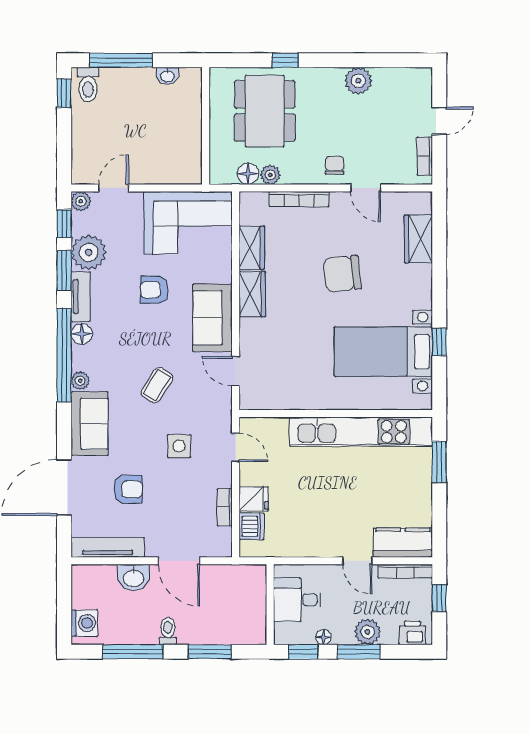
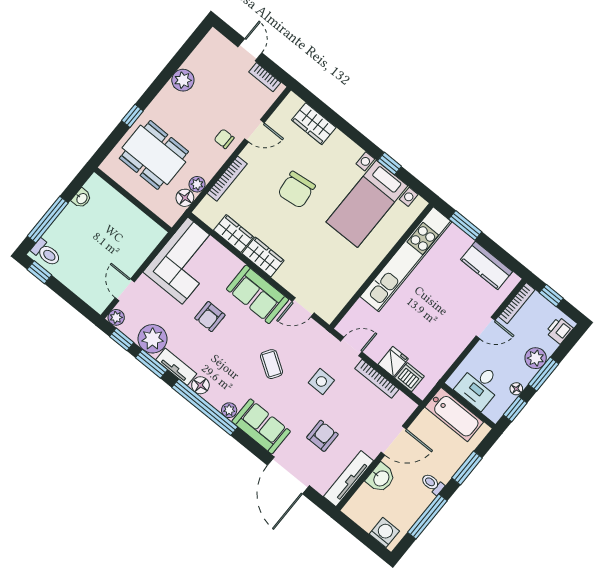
bookcase: (225, 507) -> (377, 379), width x1.56
kitchen counter: (403, 543) -> (487, 265), moved, turned -90
bathtub: (251, 598) -> (454, 414), added

